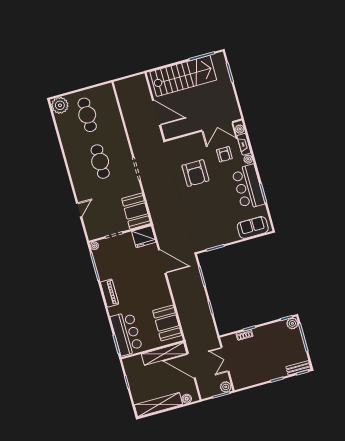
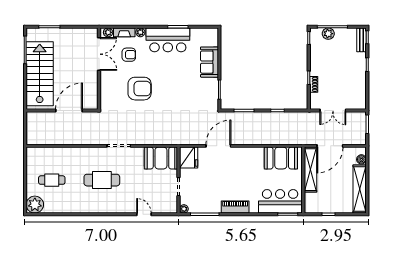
cafe table: (87, 115) -> (52, 180), width x0.73, depth x0.74
sofa: (253, 227) -> (209, 62), moved
plant: (292, 323) -> (328, 34), moved
plant: (226, 387) -> (360, 117), removed

